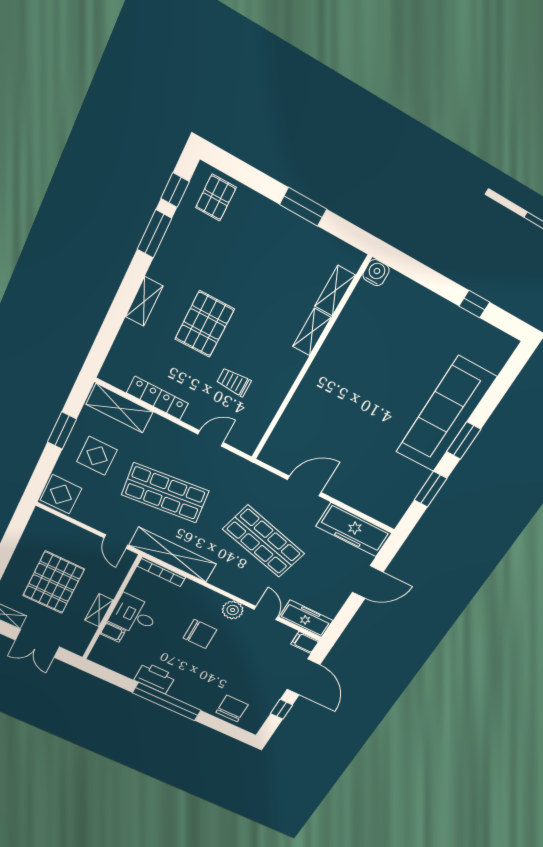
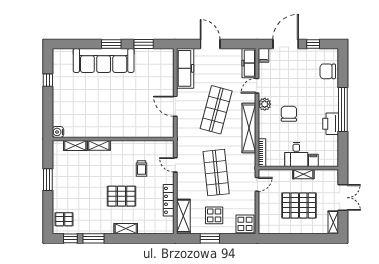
shelving: (173, 555) -> (249, 128), moved

